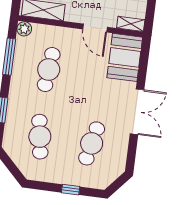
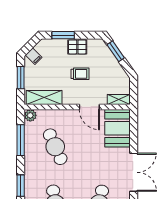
cafe table: (49, 70) -> (55, 147), turned -30

